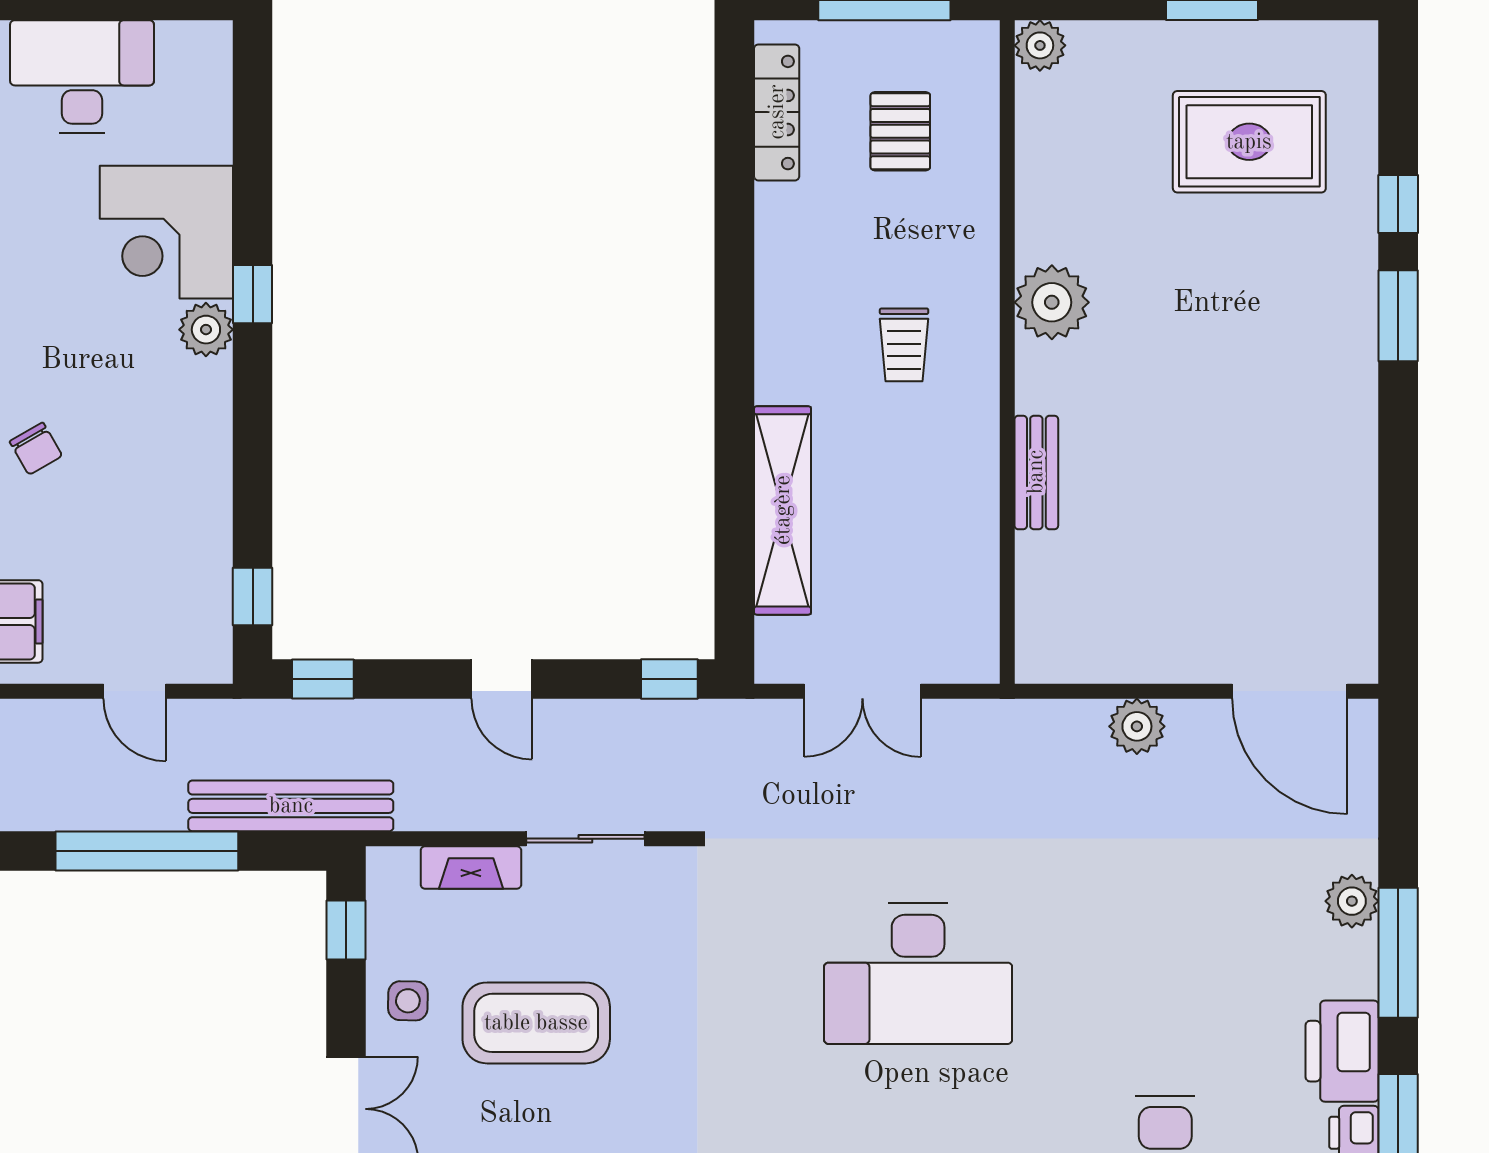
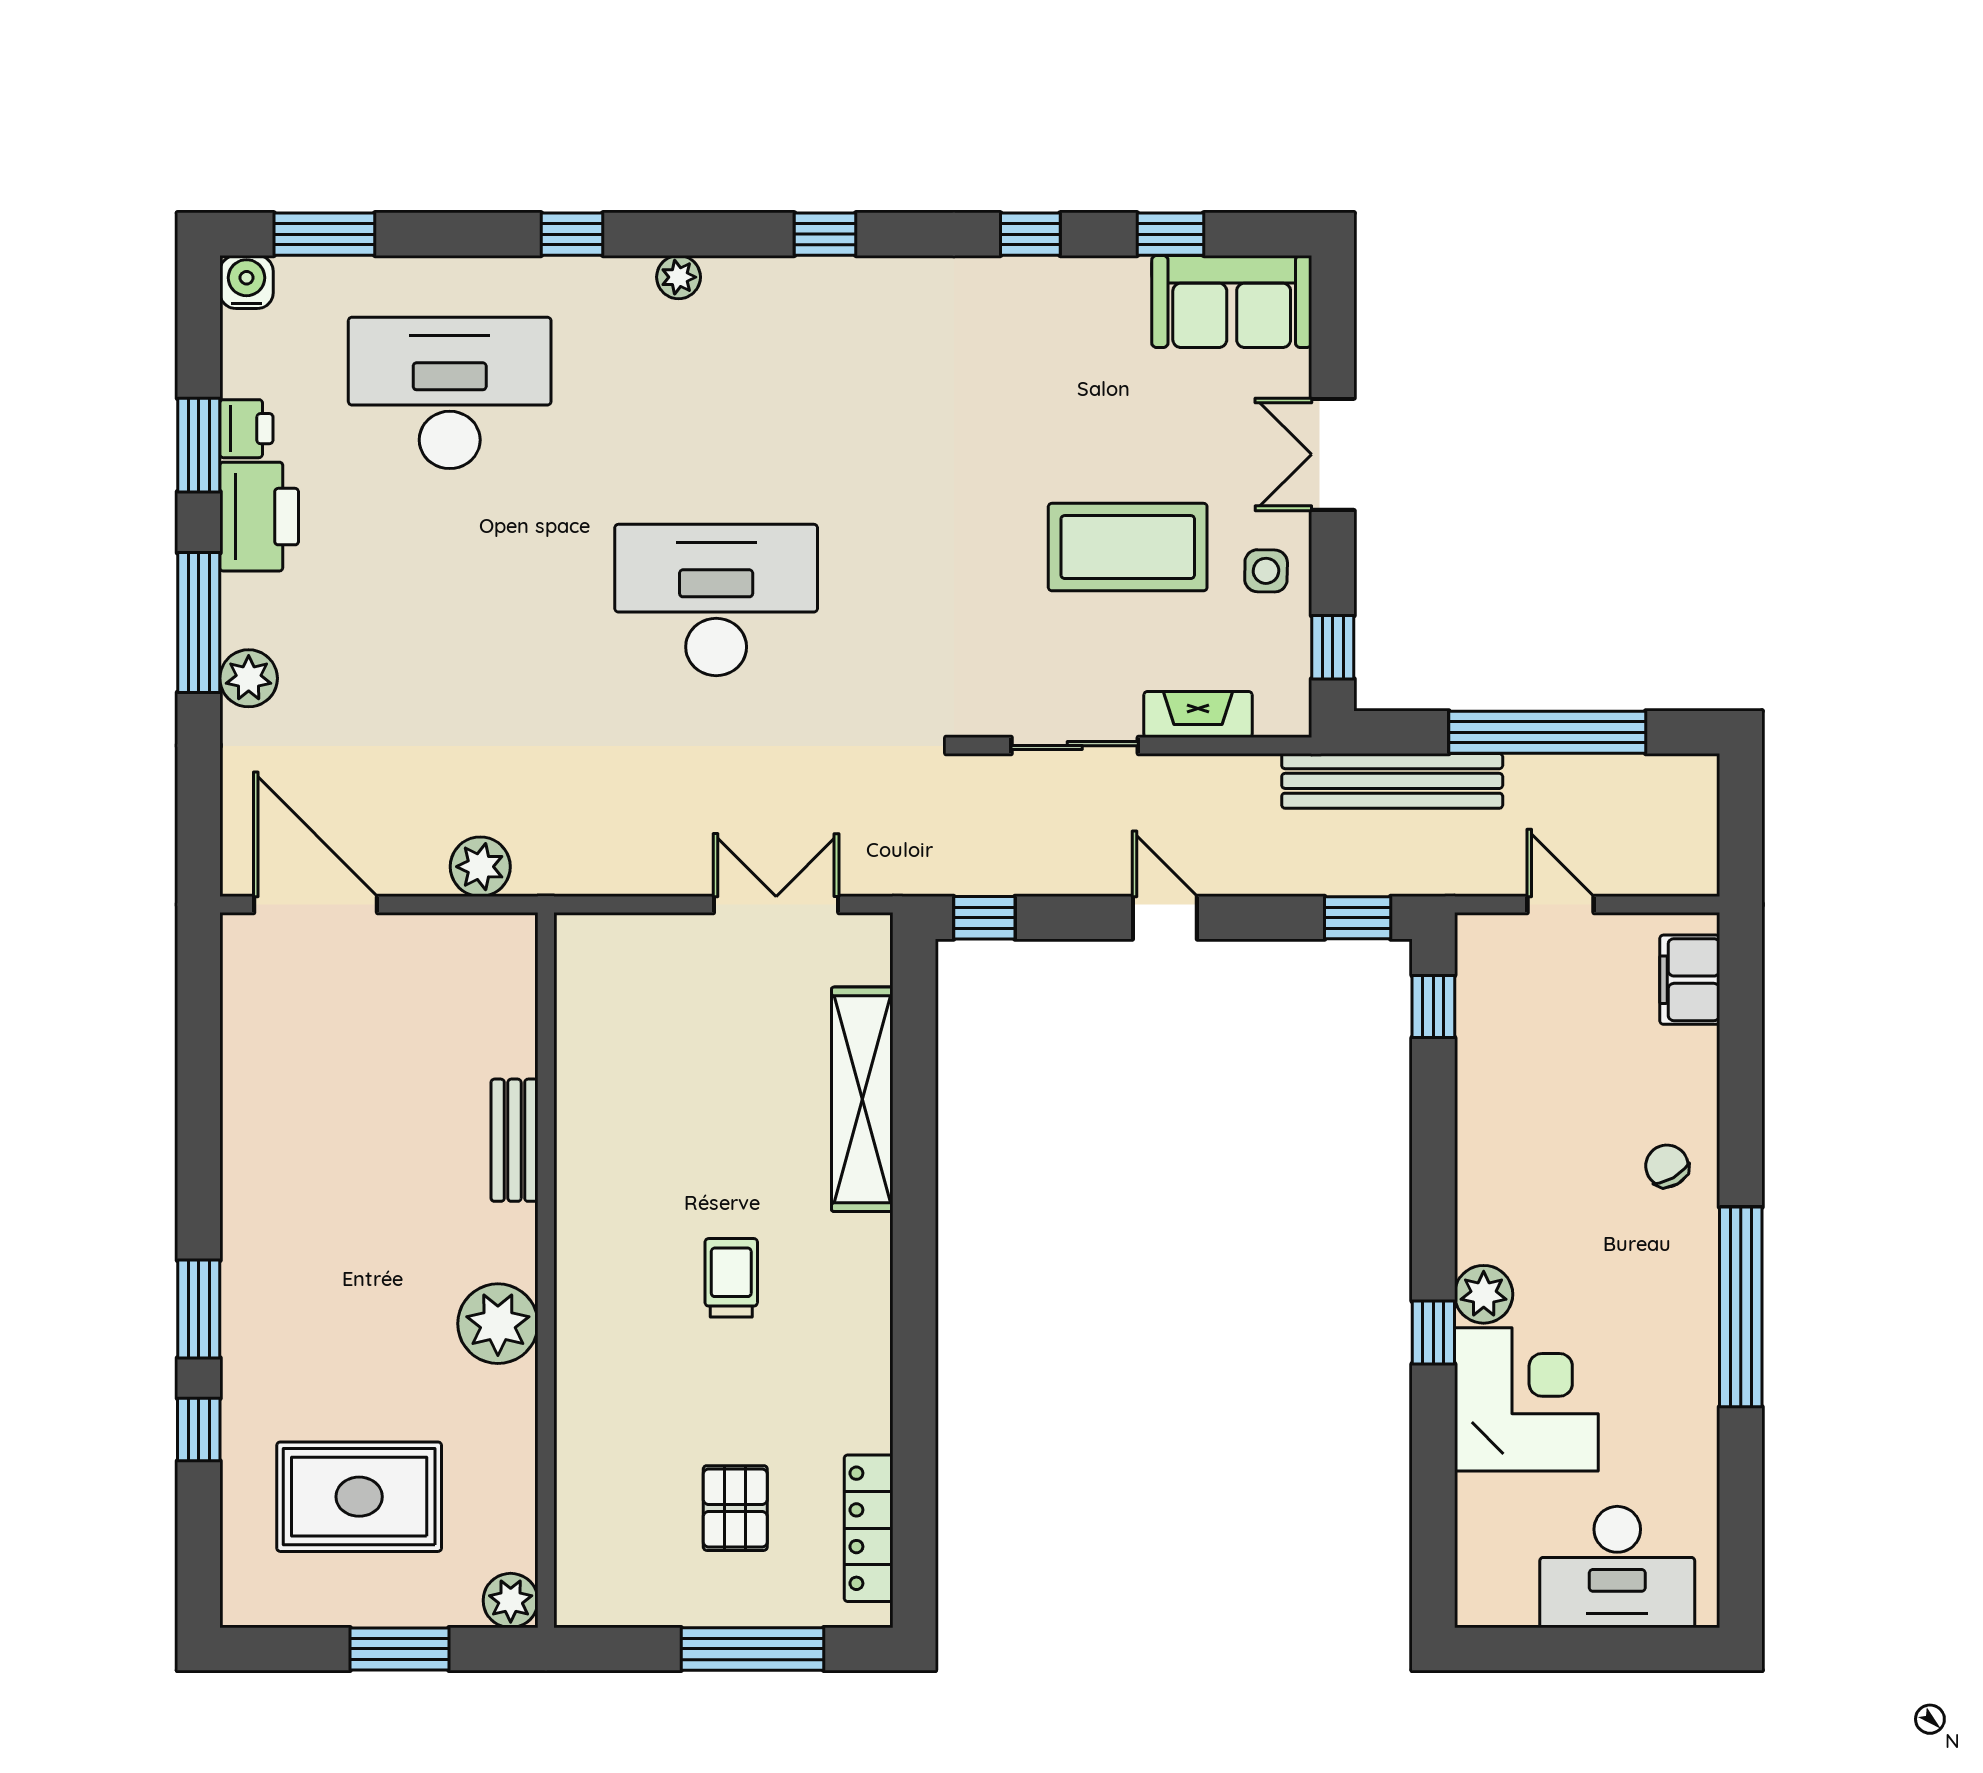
plant: (1040, 45) -> (511, 1600), moved
plant: (1052, 302) -> (498, 1324), moved
wall: (1007, 352) -> (546, 1270), moved
bench: (1036, 472) -> (514, 1140), moved

